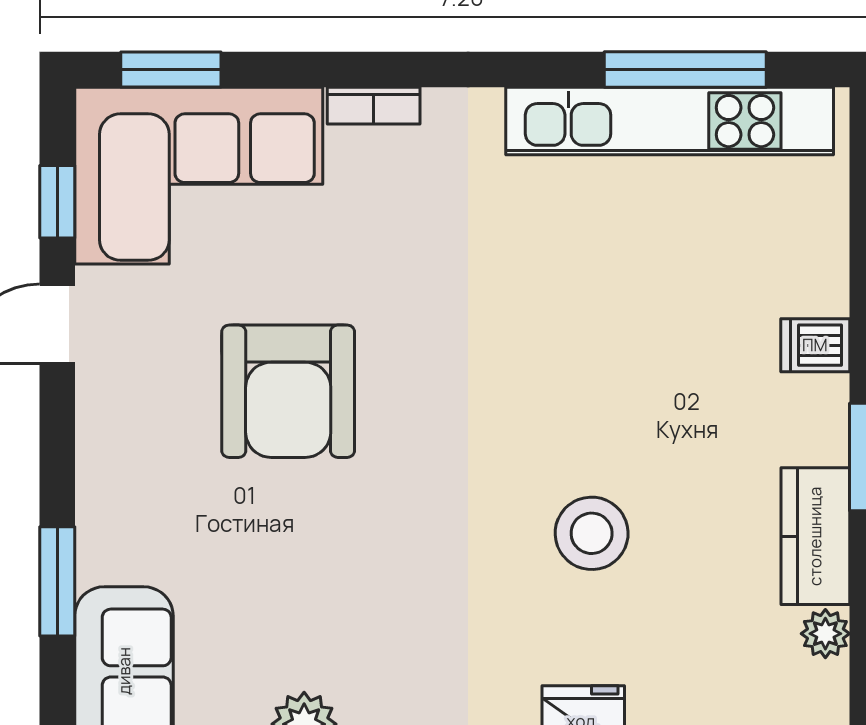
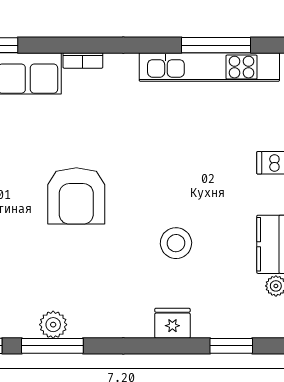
armchair: (288, 391) -> (76, 196), moved

